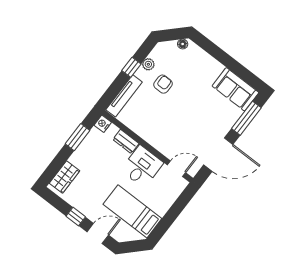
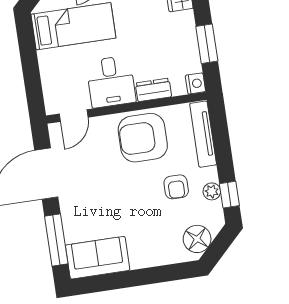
floor lamp: (183, 44) -> (197, 239), width x1.89, depth x1.89
window: (131, 67) -> (229, 195), moved
armchair: (155, 124) -> (143, 138), added

